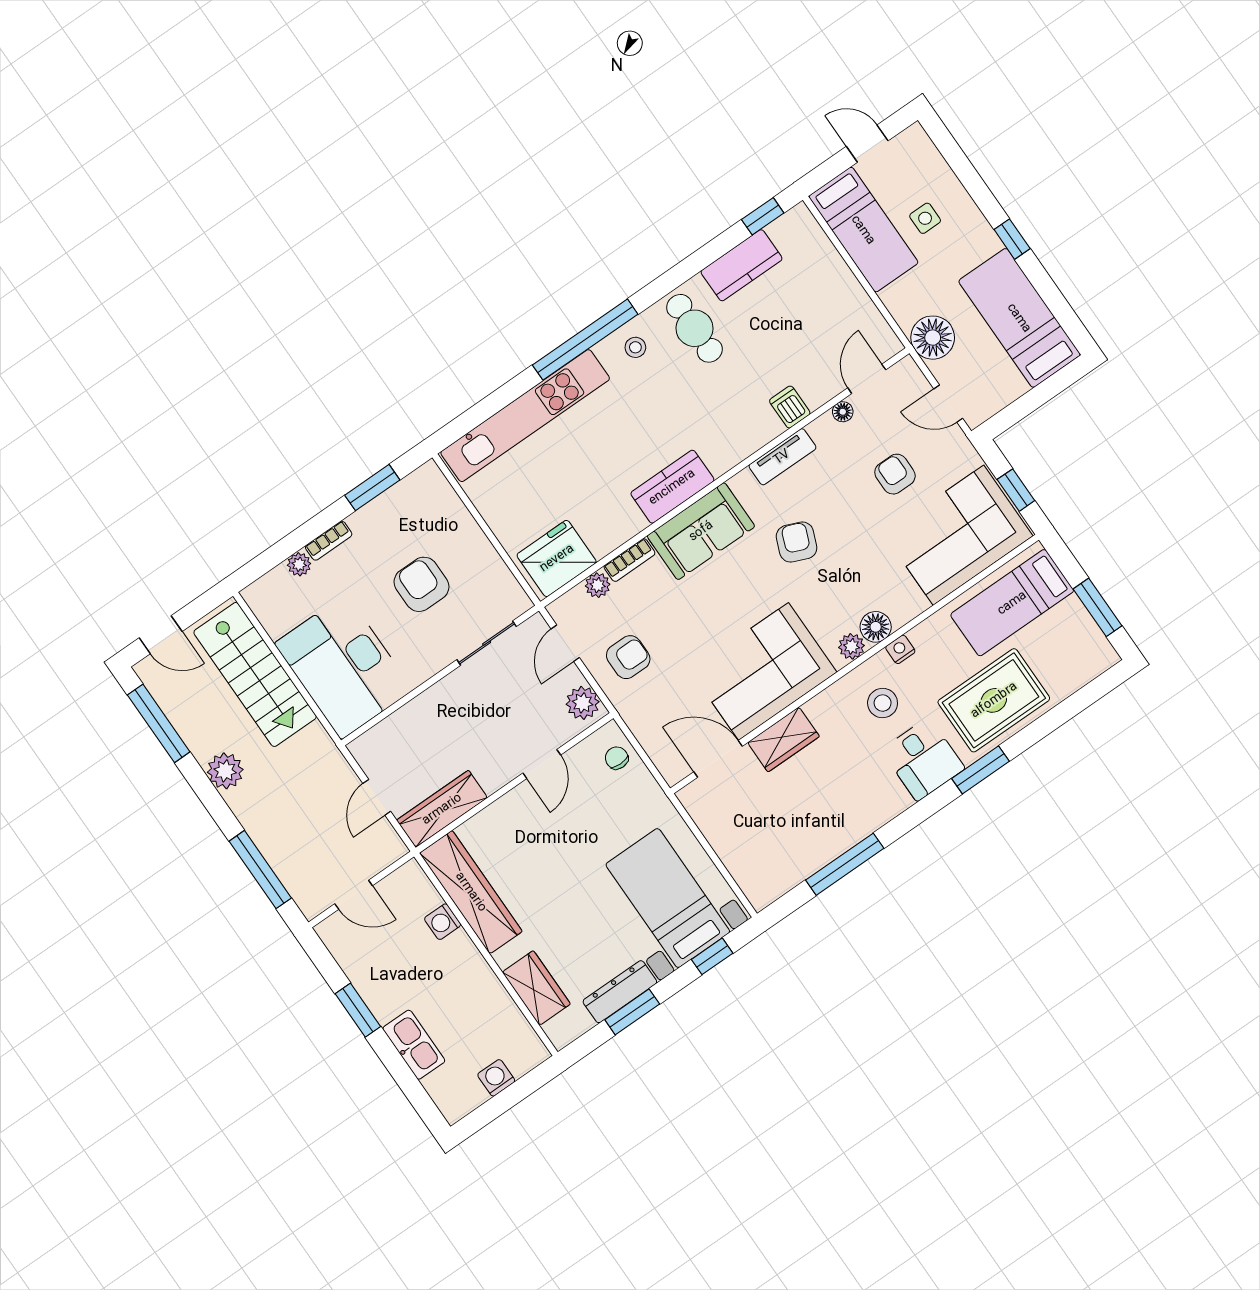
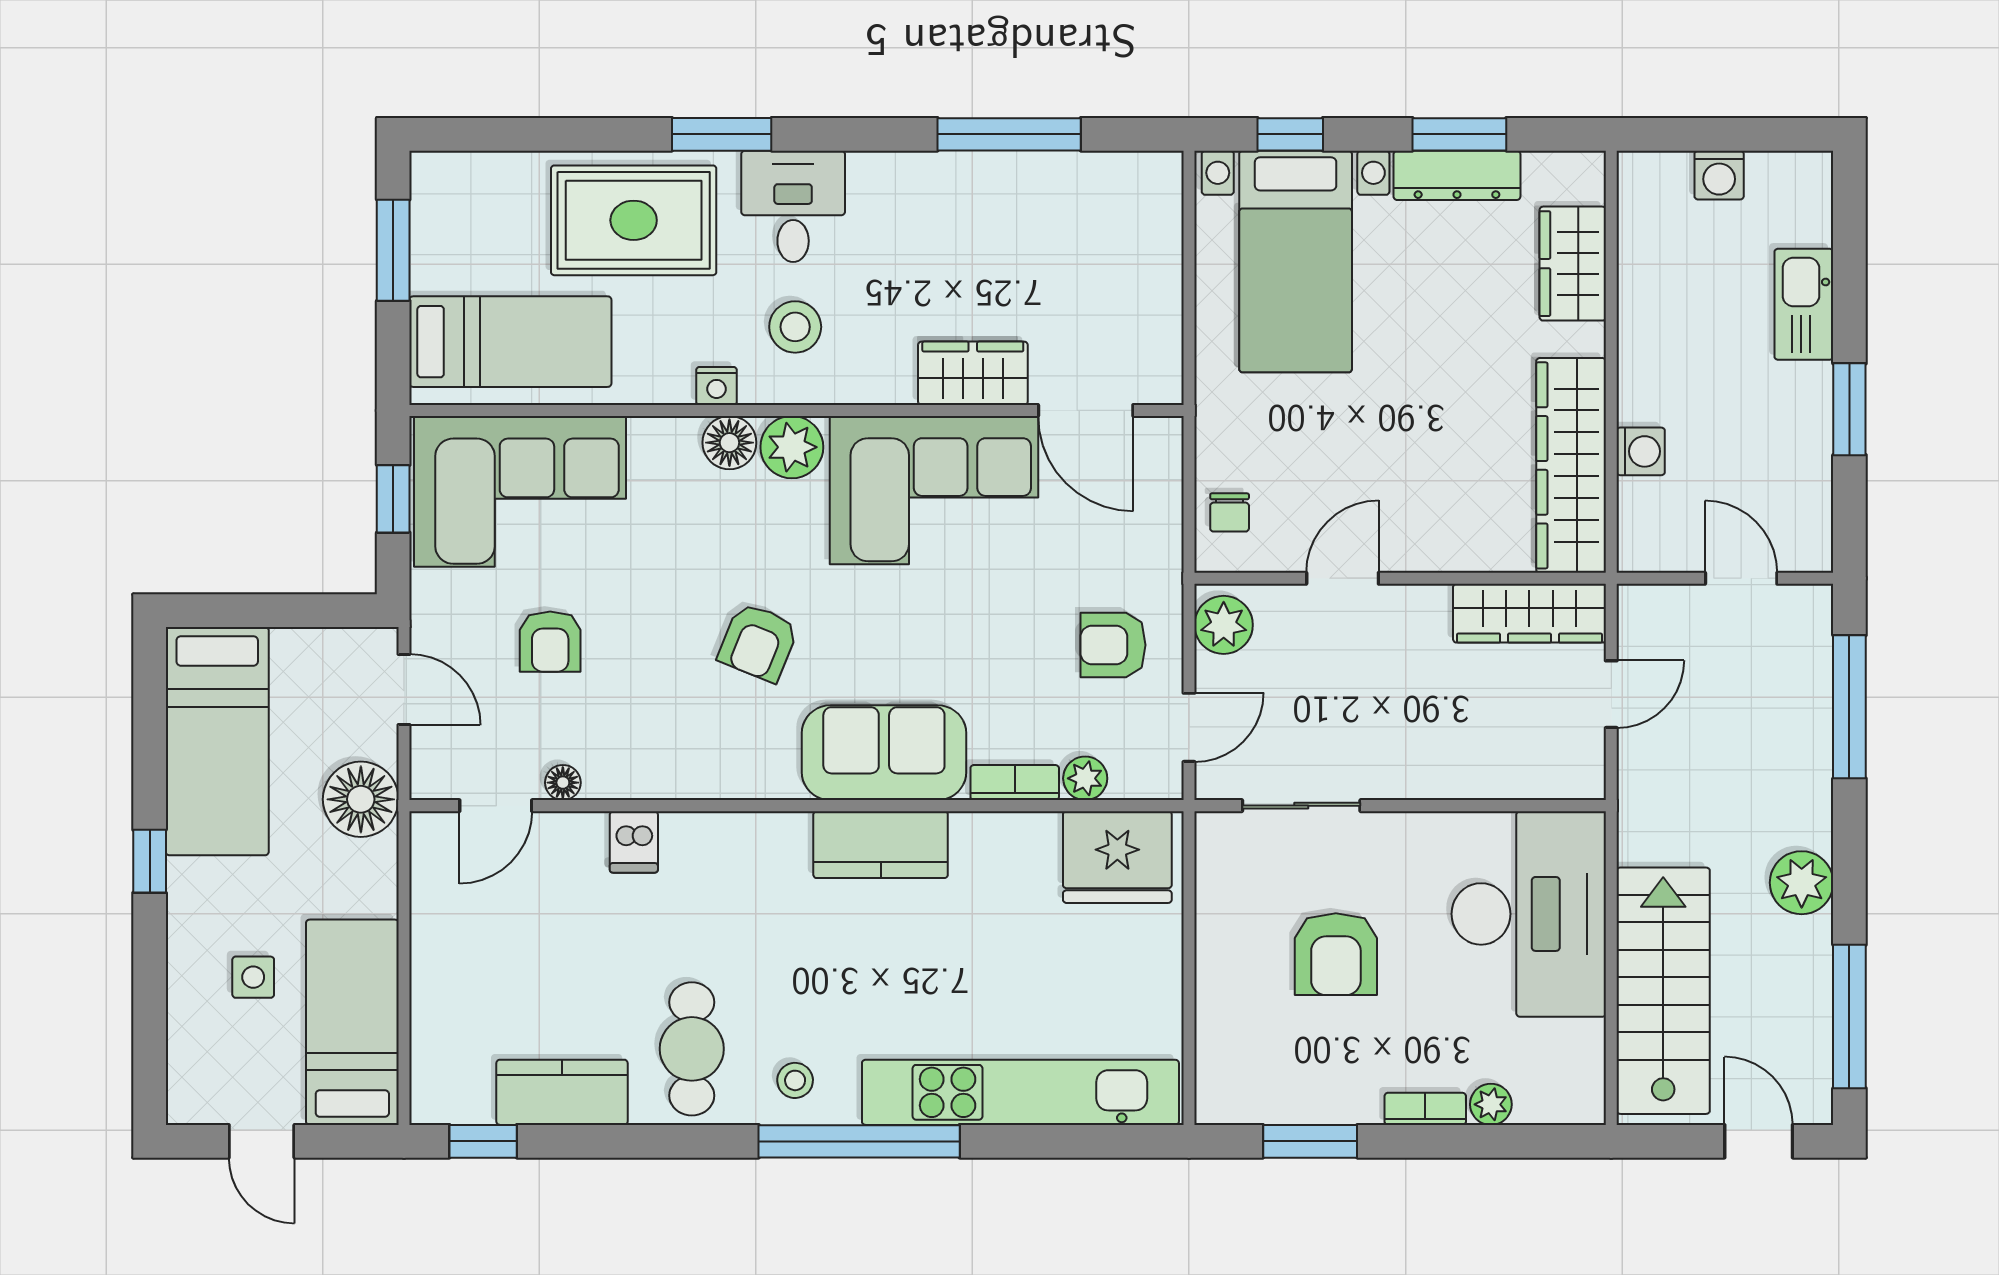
tv unit: (782, 457) -> (694, 778), removed
plant: (852, 646) -> (792, 447), width x1.38, depth x1.38

